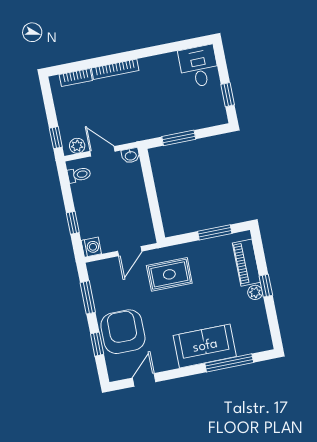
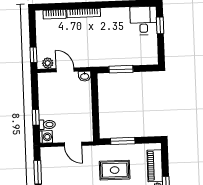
window: (228, 95) -> (160, 25), moved
toilet: (79, 175) -> (47, 125), moved
window: (215, 232) -> (123, 141), moved
door: (130, 251) -> (73, 144), hinge flipped
rug: (169, 274) -> (115, 170), moved

